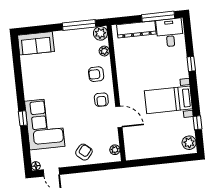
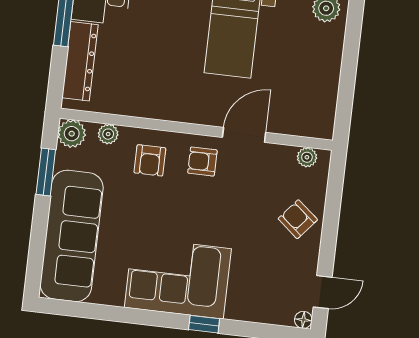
window: (79, 25) -> (46, 172), width x0.69
sofa: (36, 43) -> (72, 236), width x1.85, depth x1.27
armchair: (101, 100) -> (202, 161), turned 180
corner sofa: (45, 124) -> (178, 278), moved

